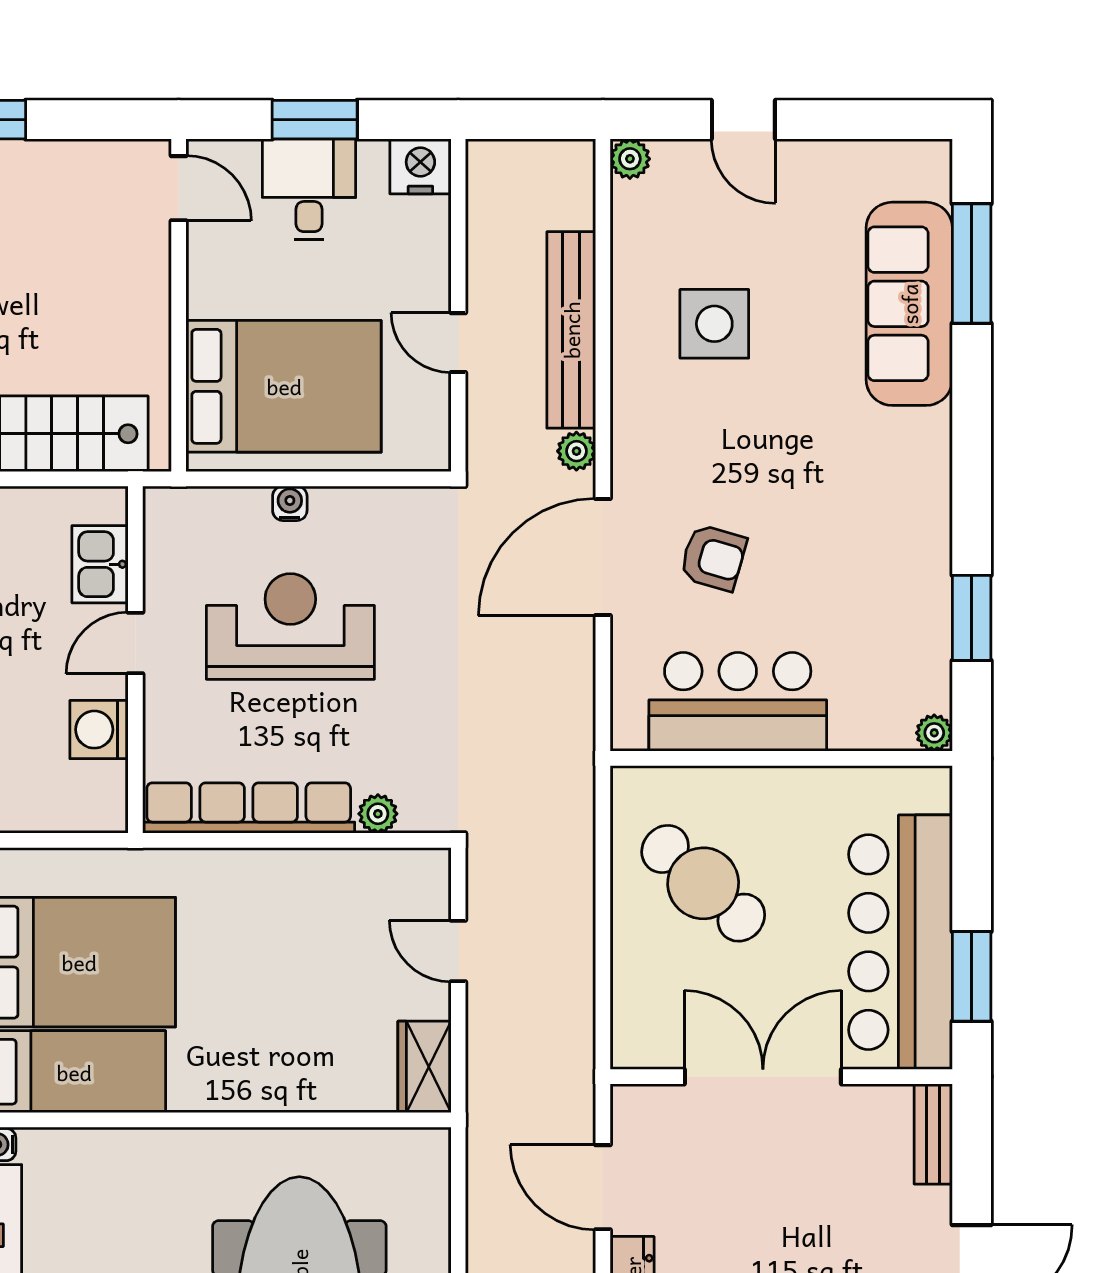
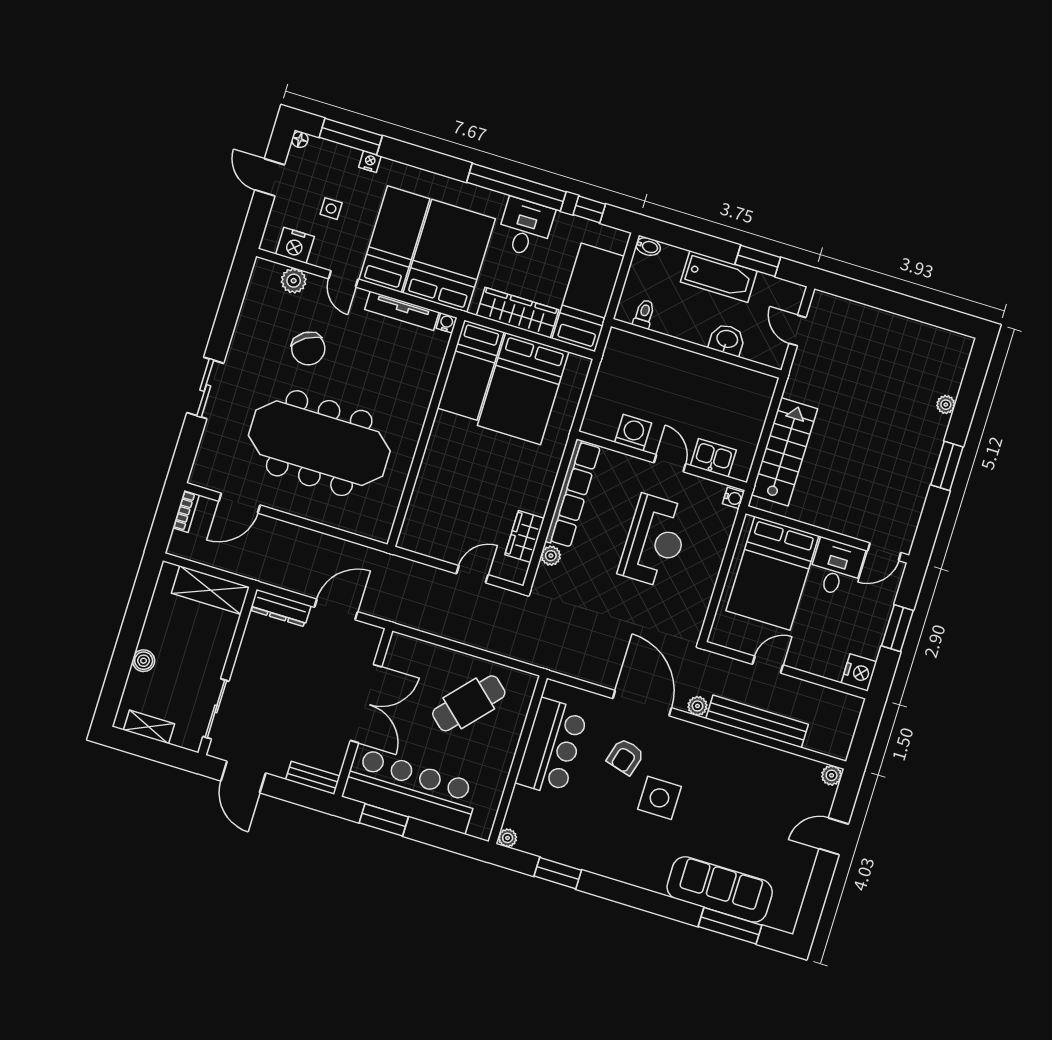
desk: (309, 189) -> (836, 568), moved, turned -90
side table: (714, 324) -> (659, 798), moved
water cooler: (290, 503) -> (733, 498), moved
wardrobe: (424, 1067) -> (525, 537), moved, turned -90

